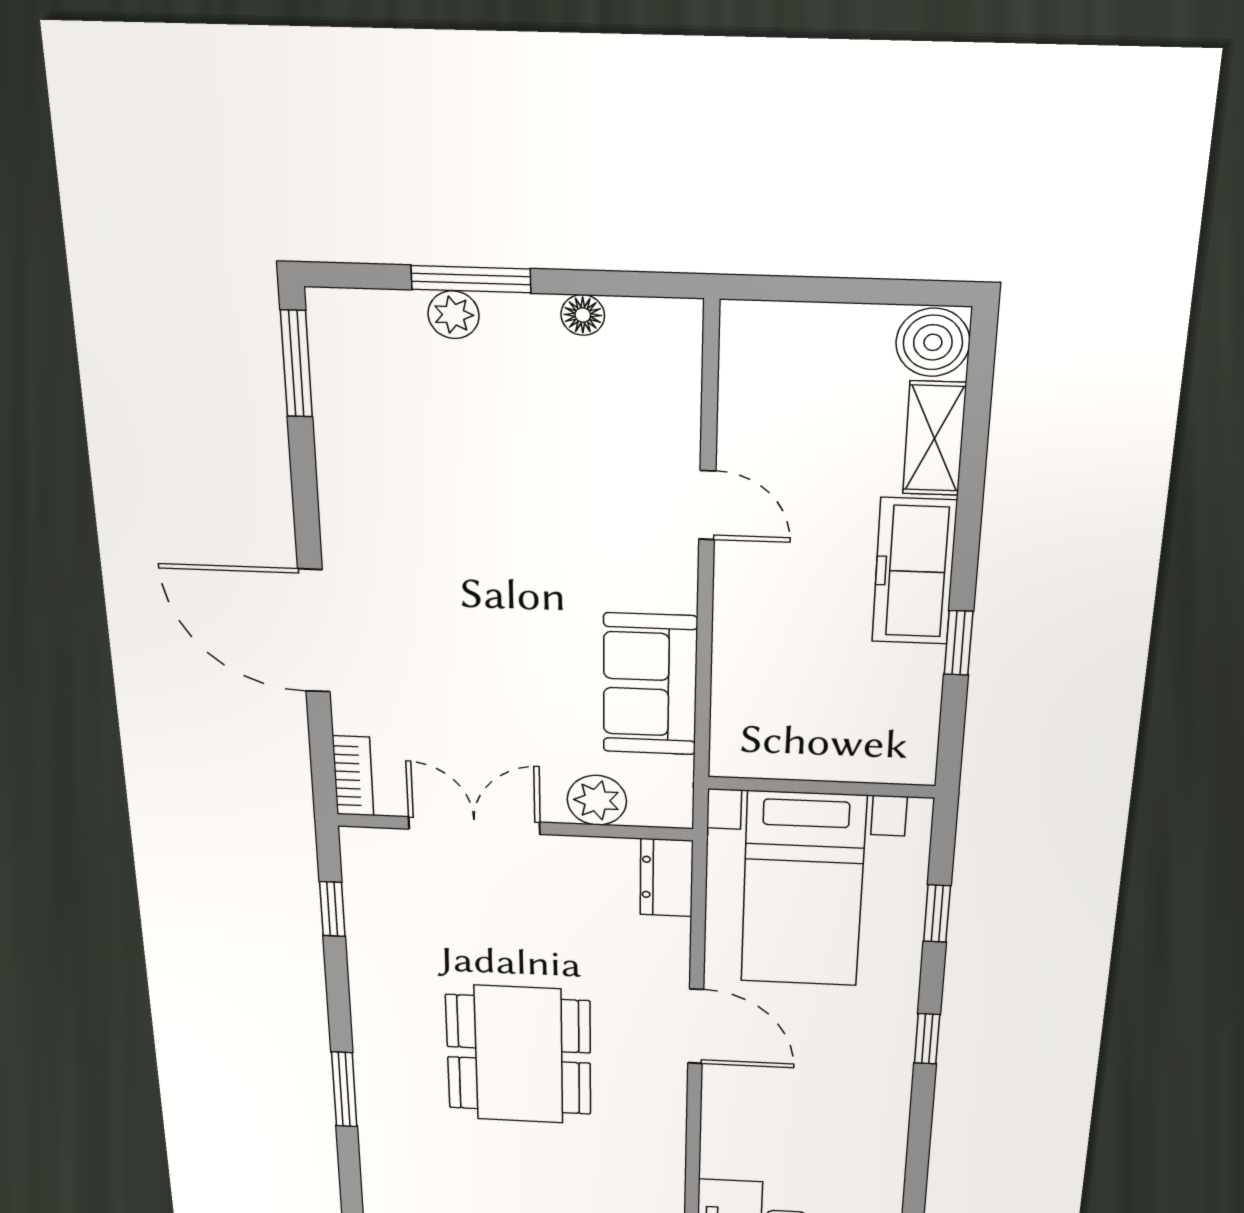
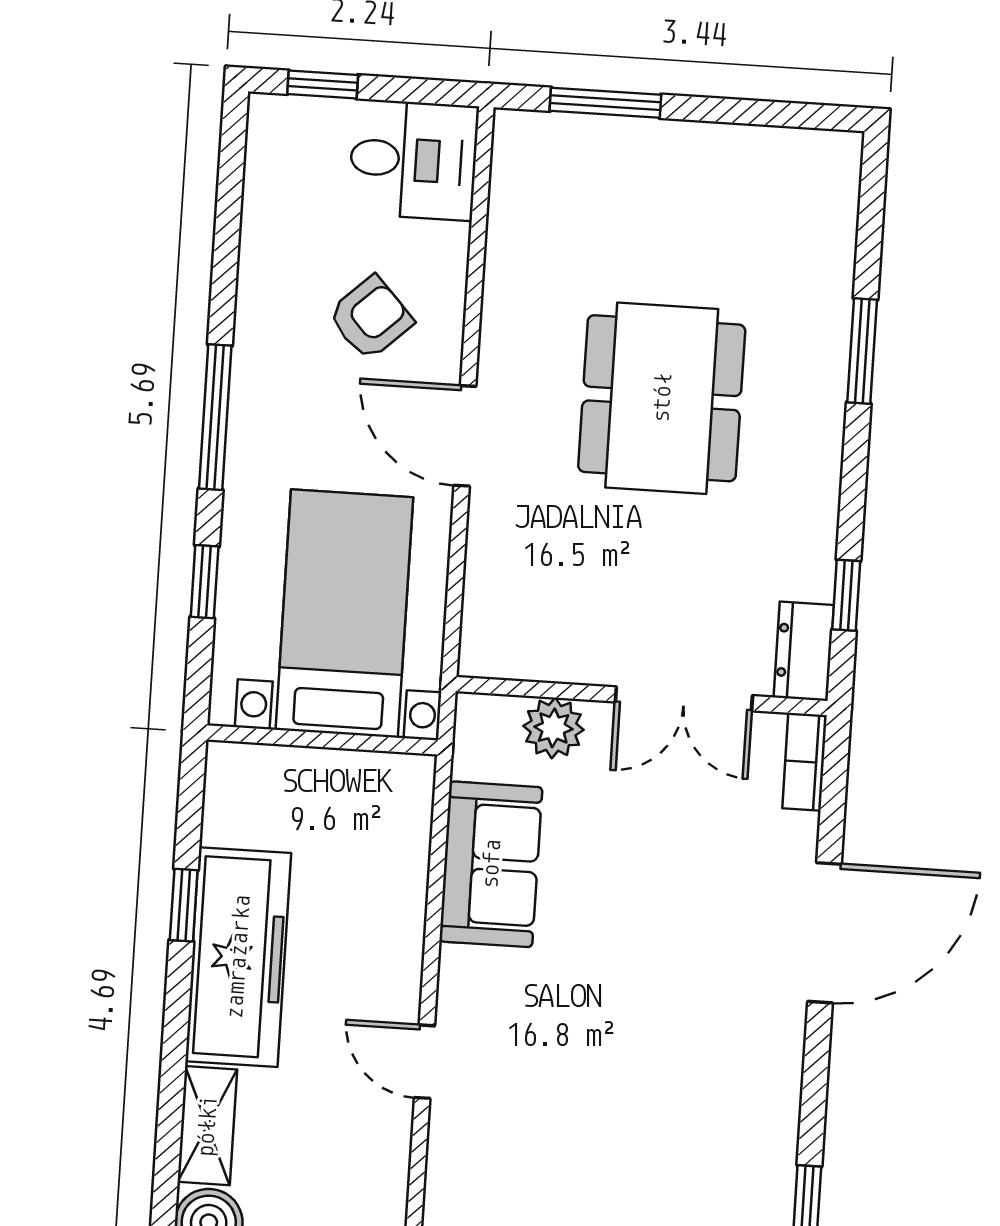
freezer: (914, 572) -> (238, 957), width x1.36, depth x1.26
door: (314, 631) -> (824, 933), hinge flipped
dresser: (666, 878) -> (804, 651), moved, turned 180
window: (927, 1039) -> (215, 417), width x2.17
armchair: (786, 1111) -> (371, 318), added

